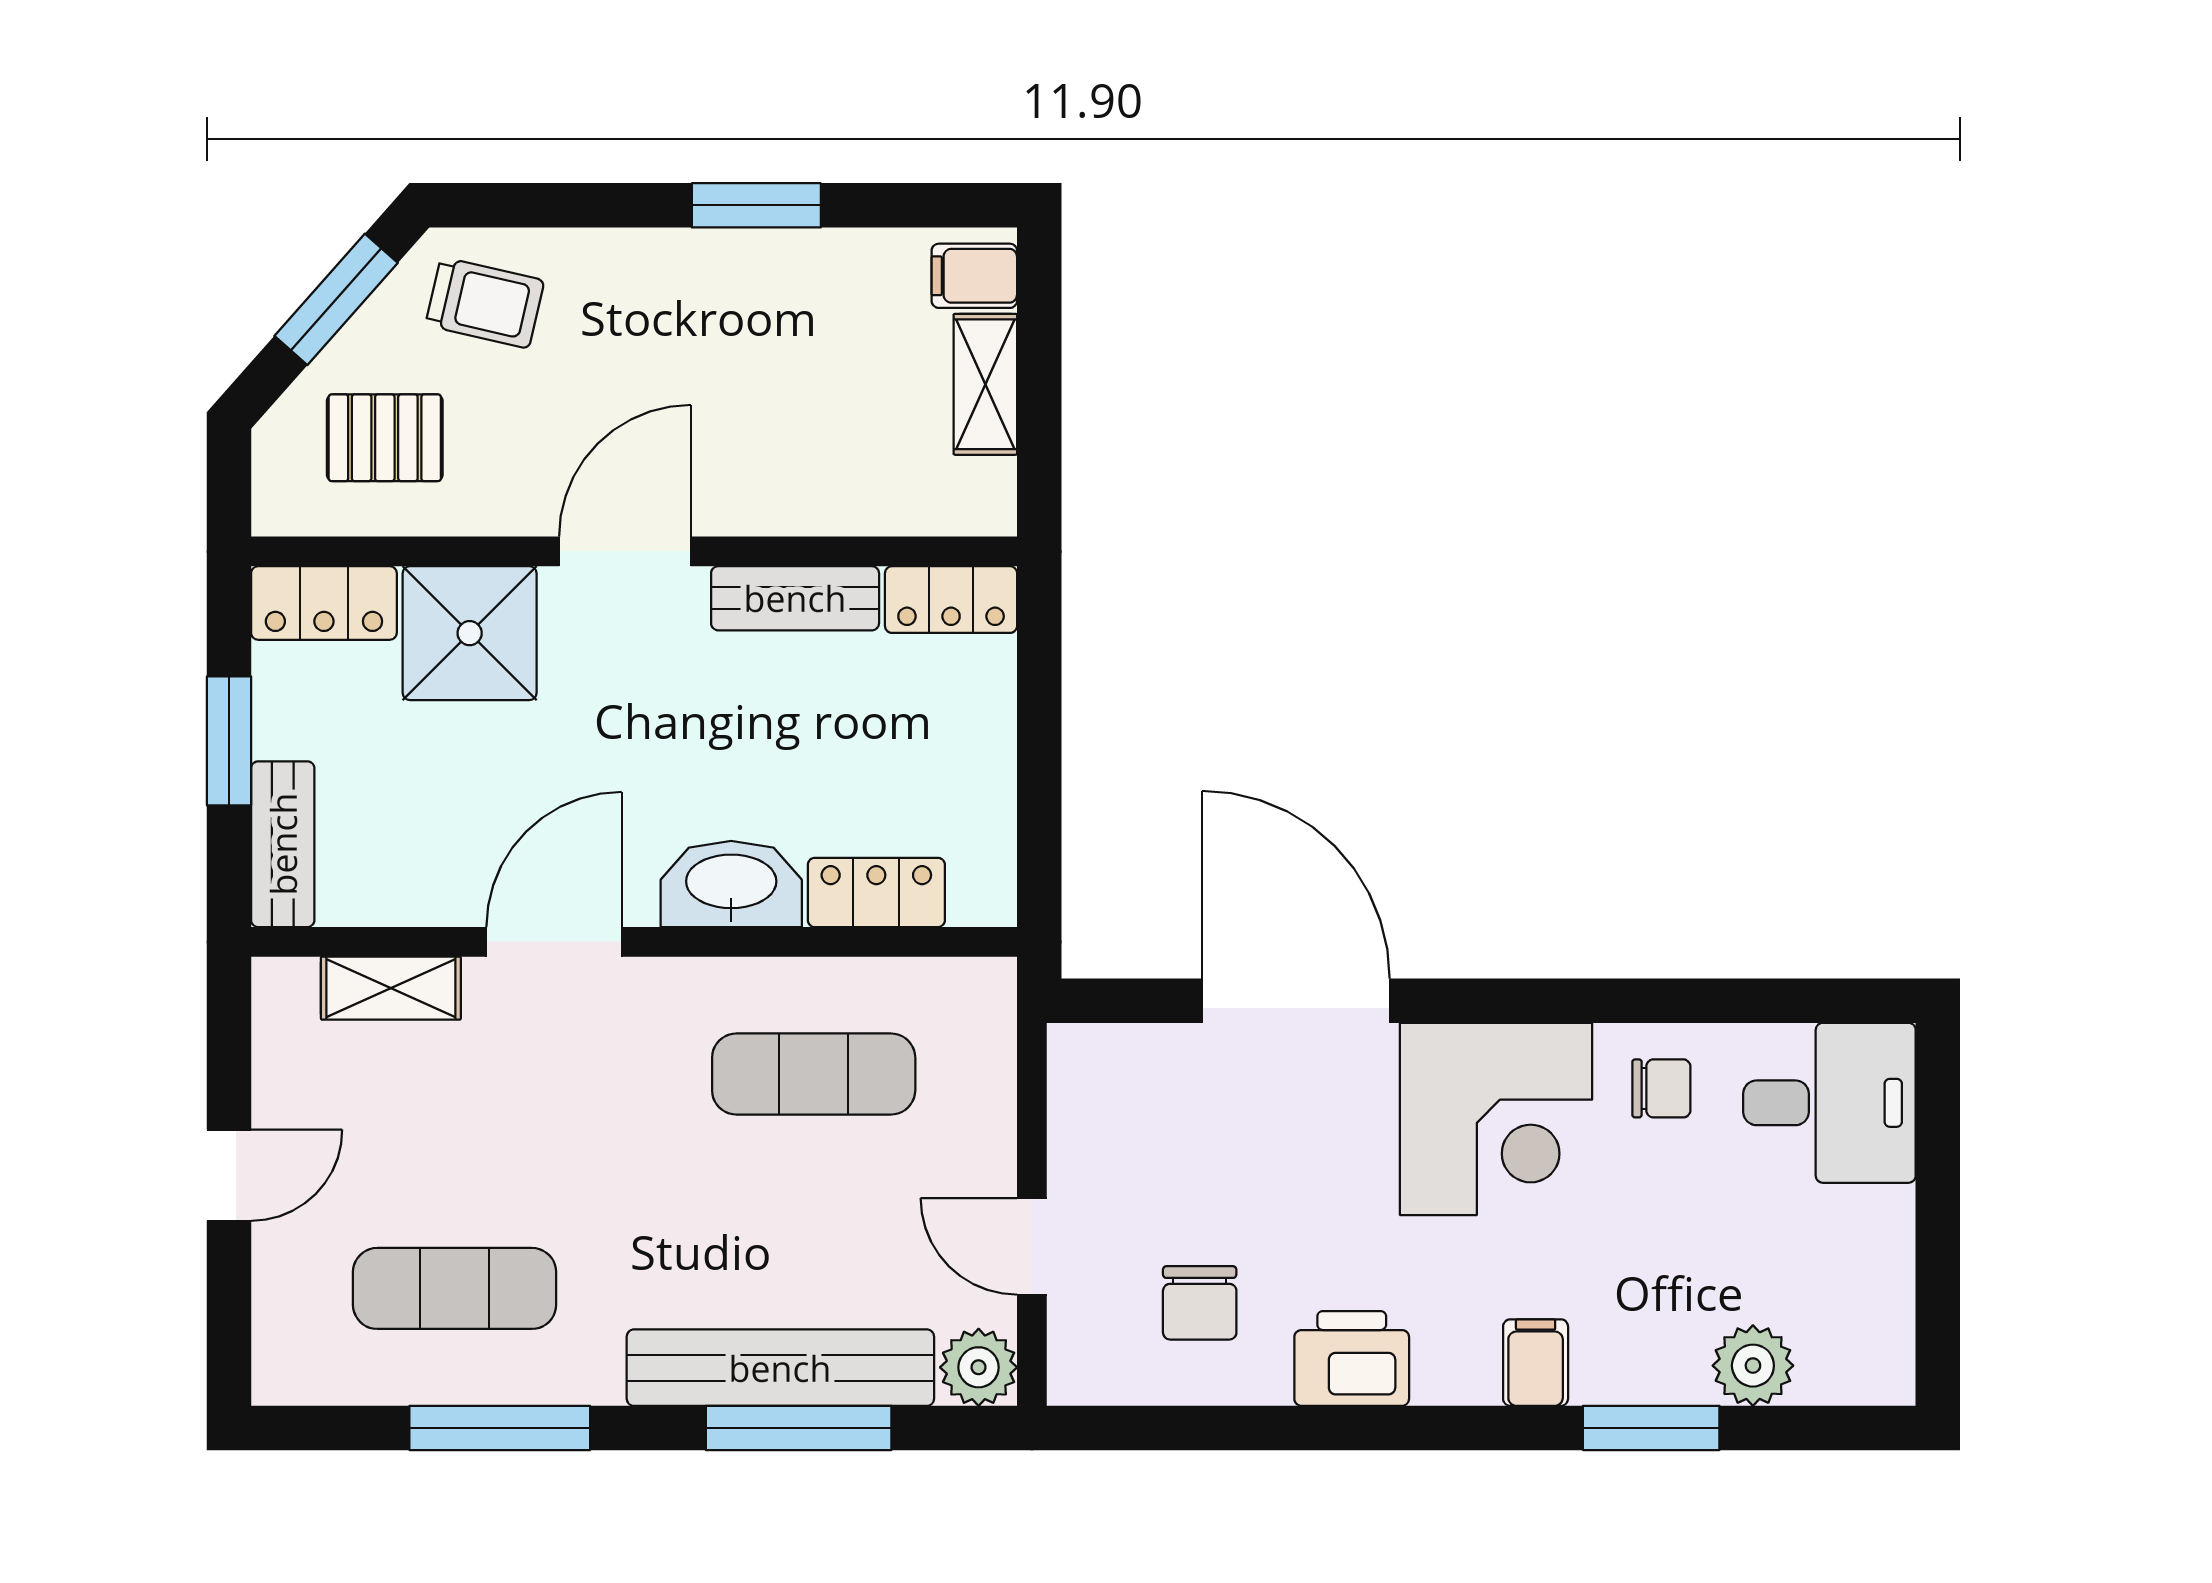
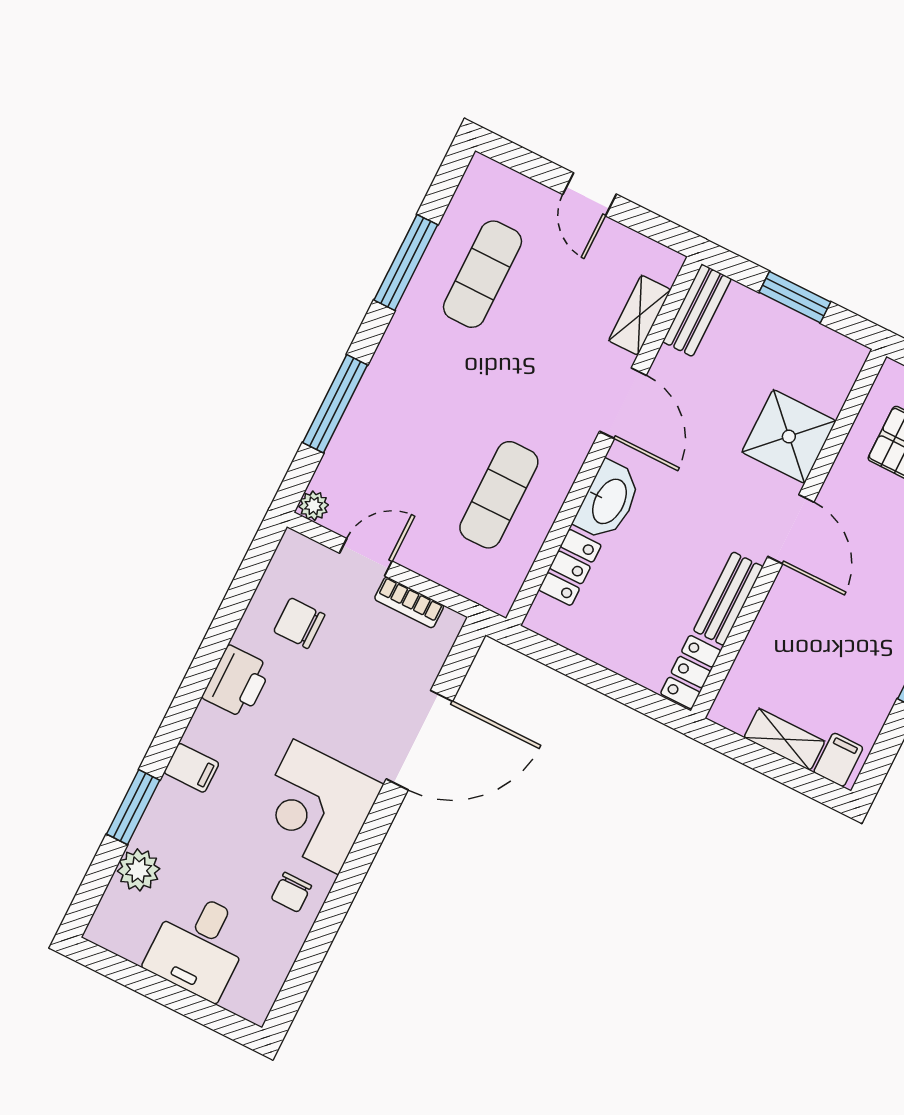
locker: (324, 603) -> (838, 375), removed
bench: (283, 844) -> (697, 310), moved, turned 90
desk: (1829, 1103) -> (199, 945), moved
bookcase: (1072, 1135) -> (409, 602), added
plant: (979, 1367) -> (314, 506), width x0.73, depth x0.73
bench: (780, 1368) -> (368, 410), removed

